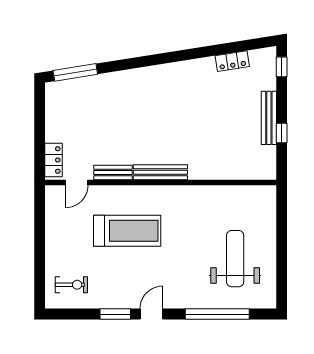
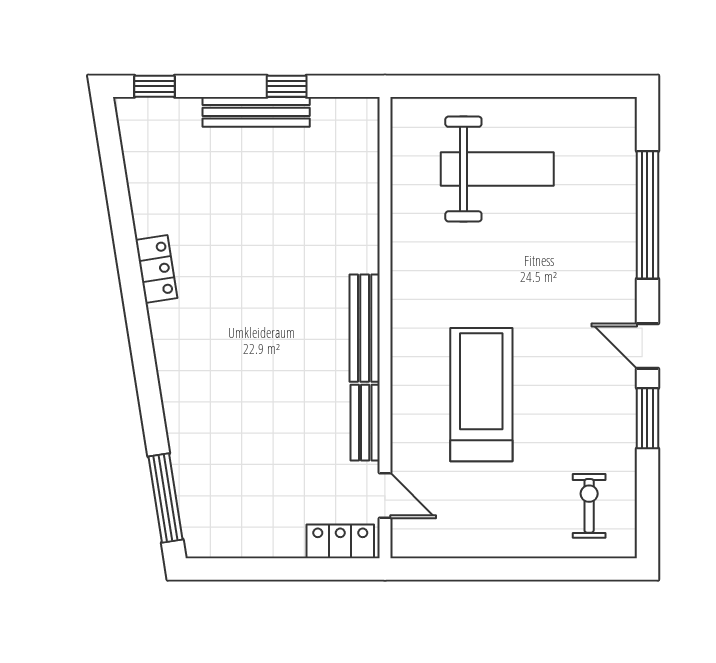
locker: (232, 61) -> (156, 269), moved
weight bench: (235, 259) -> (497, 169), moved, turned 180

